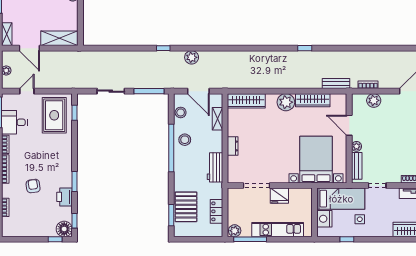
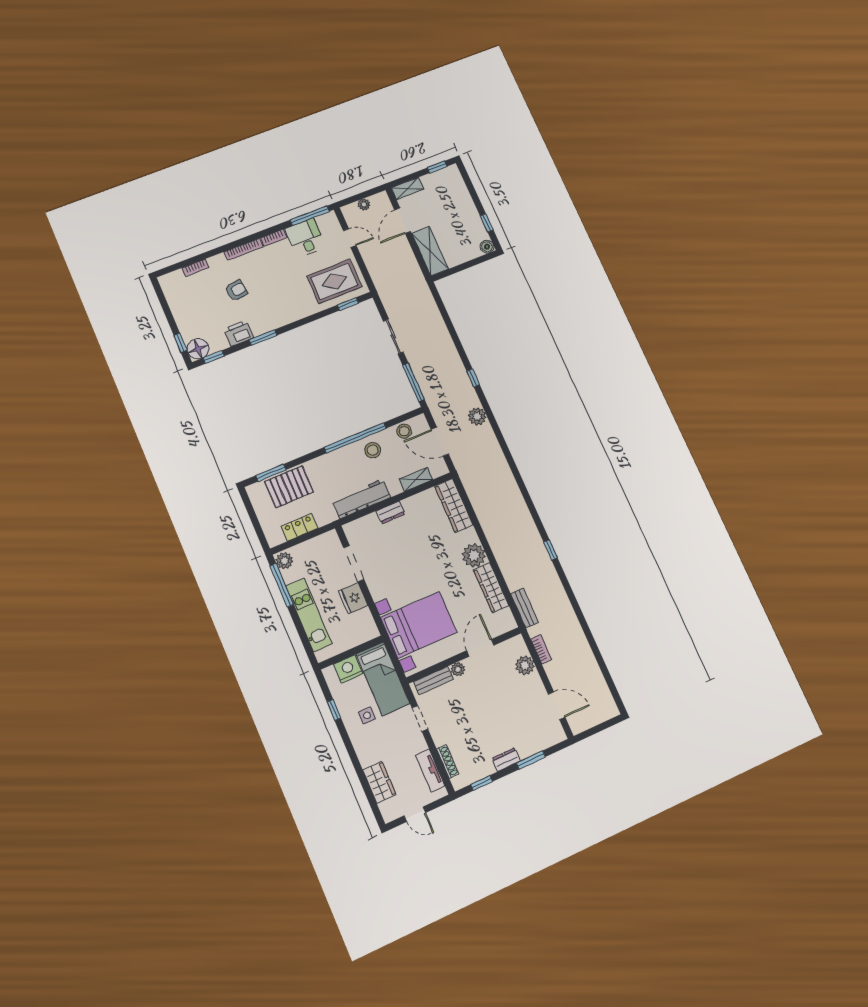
door: (198, 91) -> (440, 442), hinge flipped
workbench: (215, 167) -> (361, 499), width x1.38

